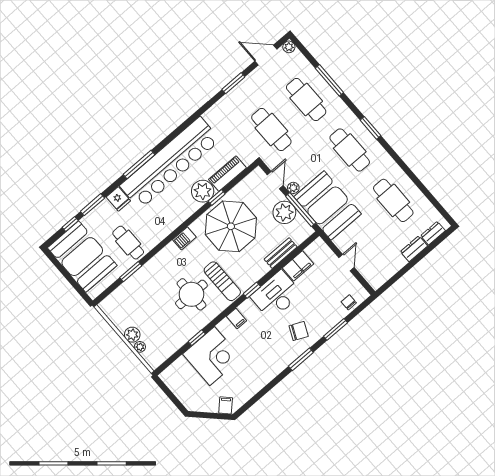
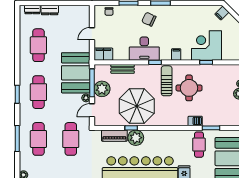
barbecue: (184, 238) -> (195, 121), moved
filing cabinet: (298, 266) -> (103, 54), moved

